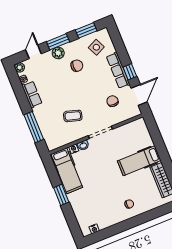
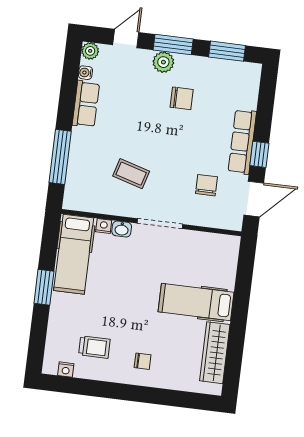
side table: (96, 47) -> (228, 87), removed
trolley: (102, 210) -> (94, 347), added

